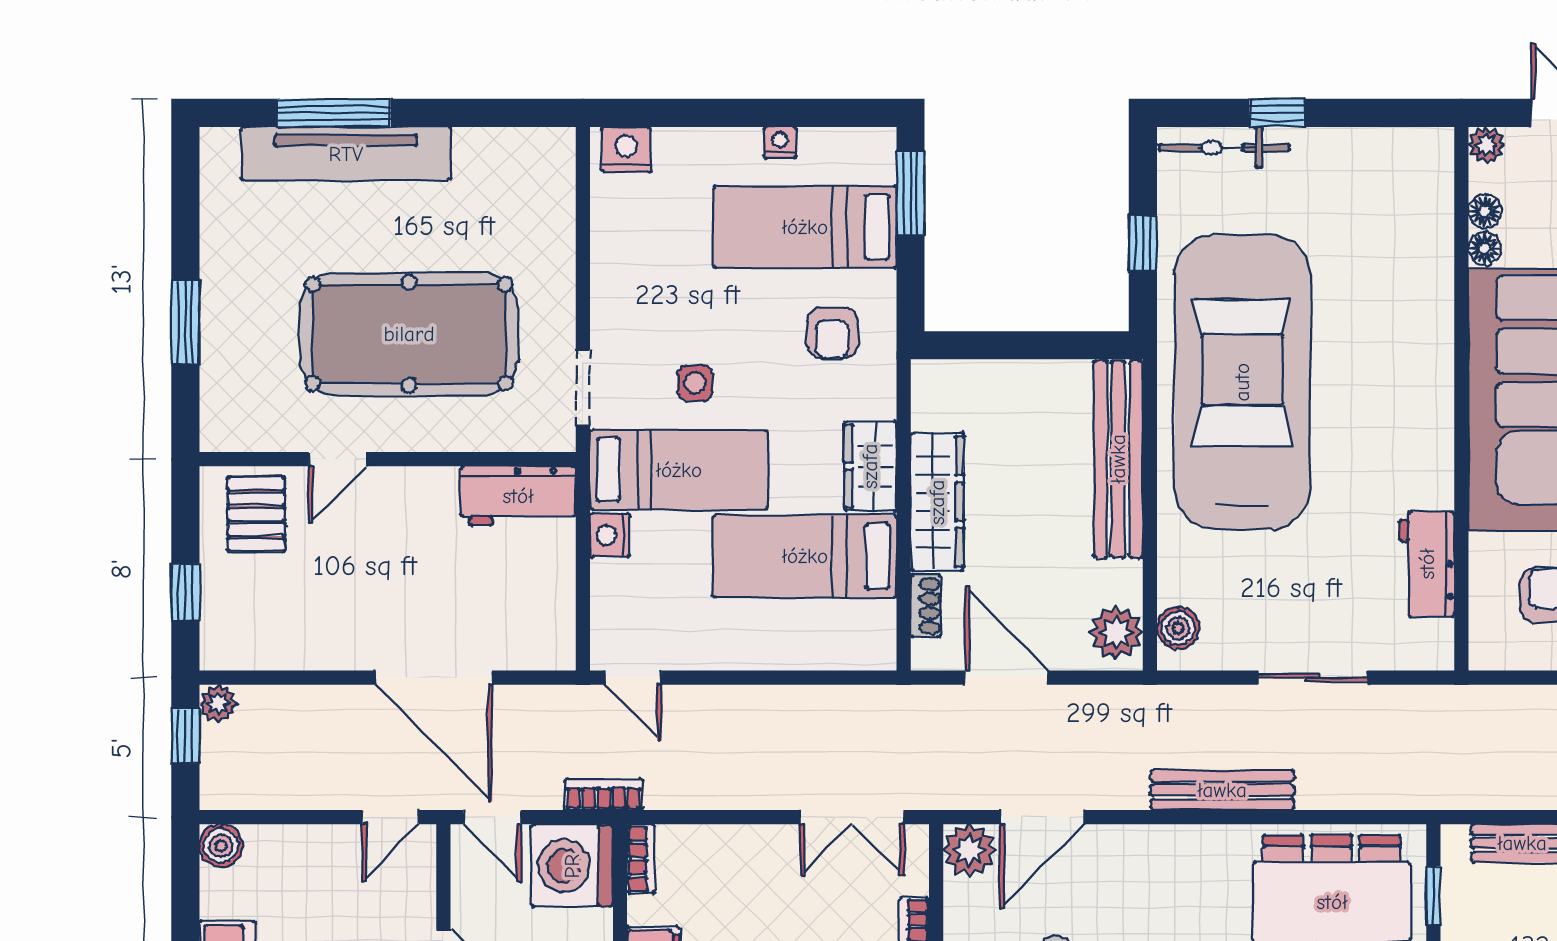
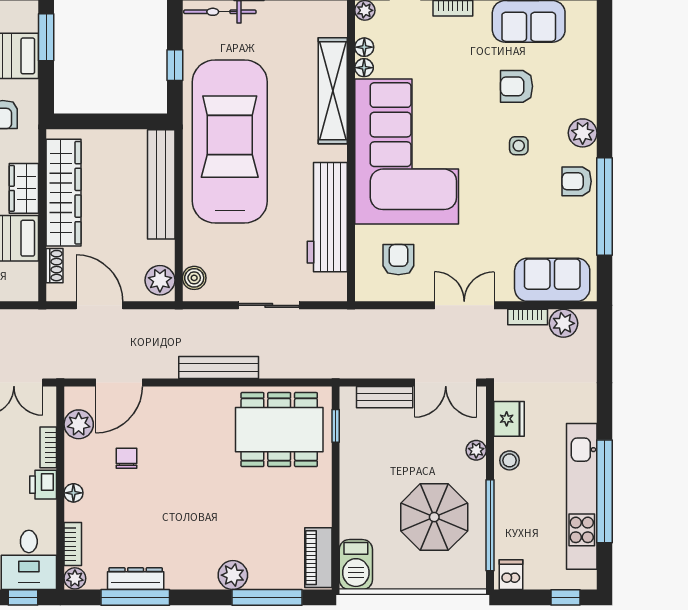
shelving: (1428, 290) -> (333, 91), added
wardrobe: (937, 502) -> (63, 193), width x1.40, depth x1.17
workbench: (1427, 564) -> (327, 217), width x1.88, depth x1.32
plant: (969, 850) -> (79, 424), moved

